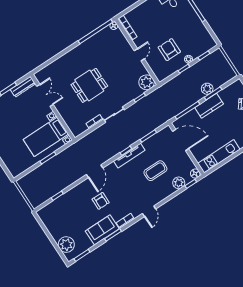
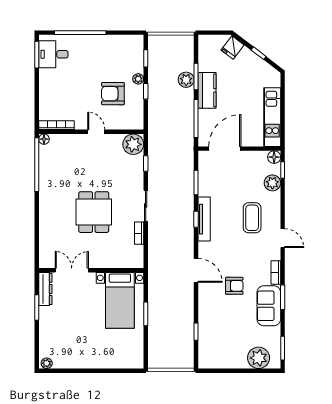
coffee table: (155, 171) -> (252, 218), moved

